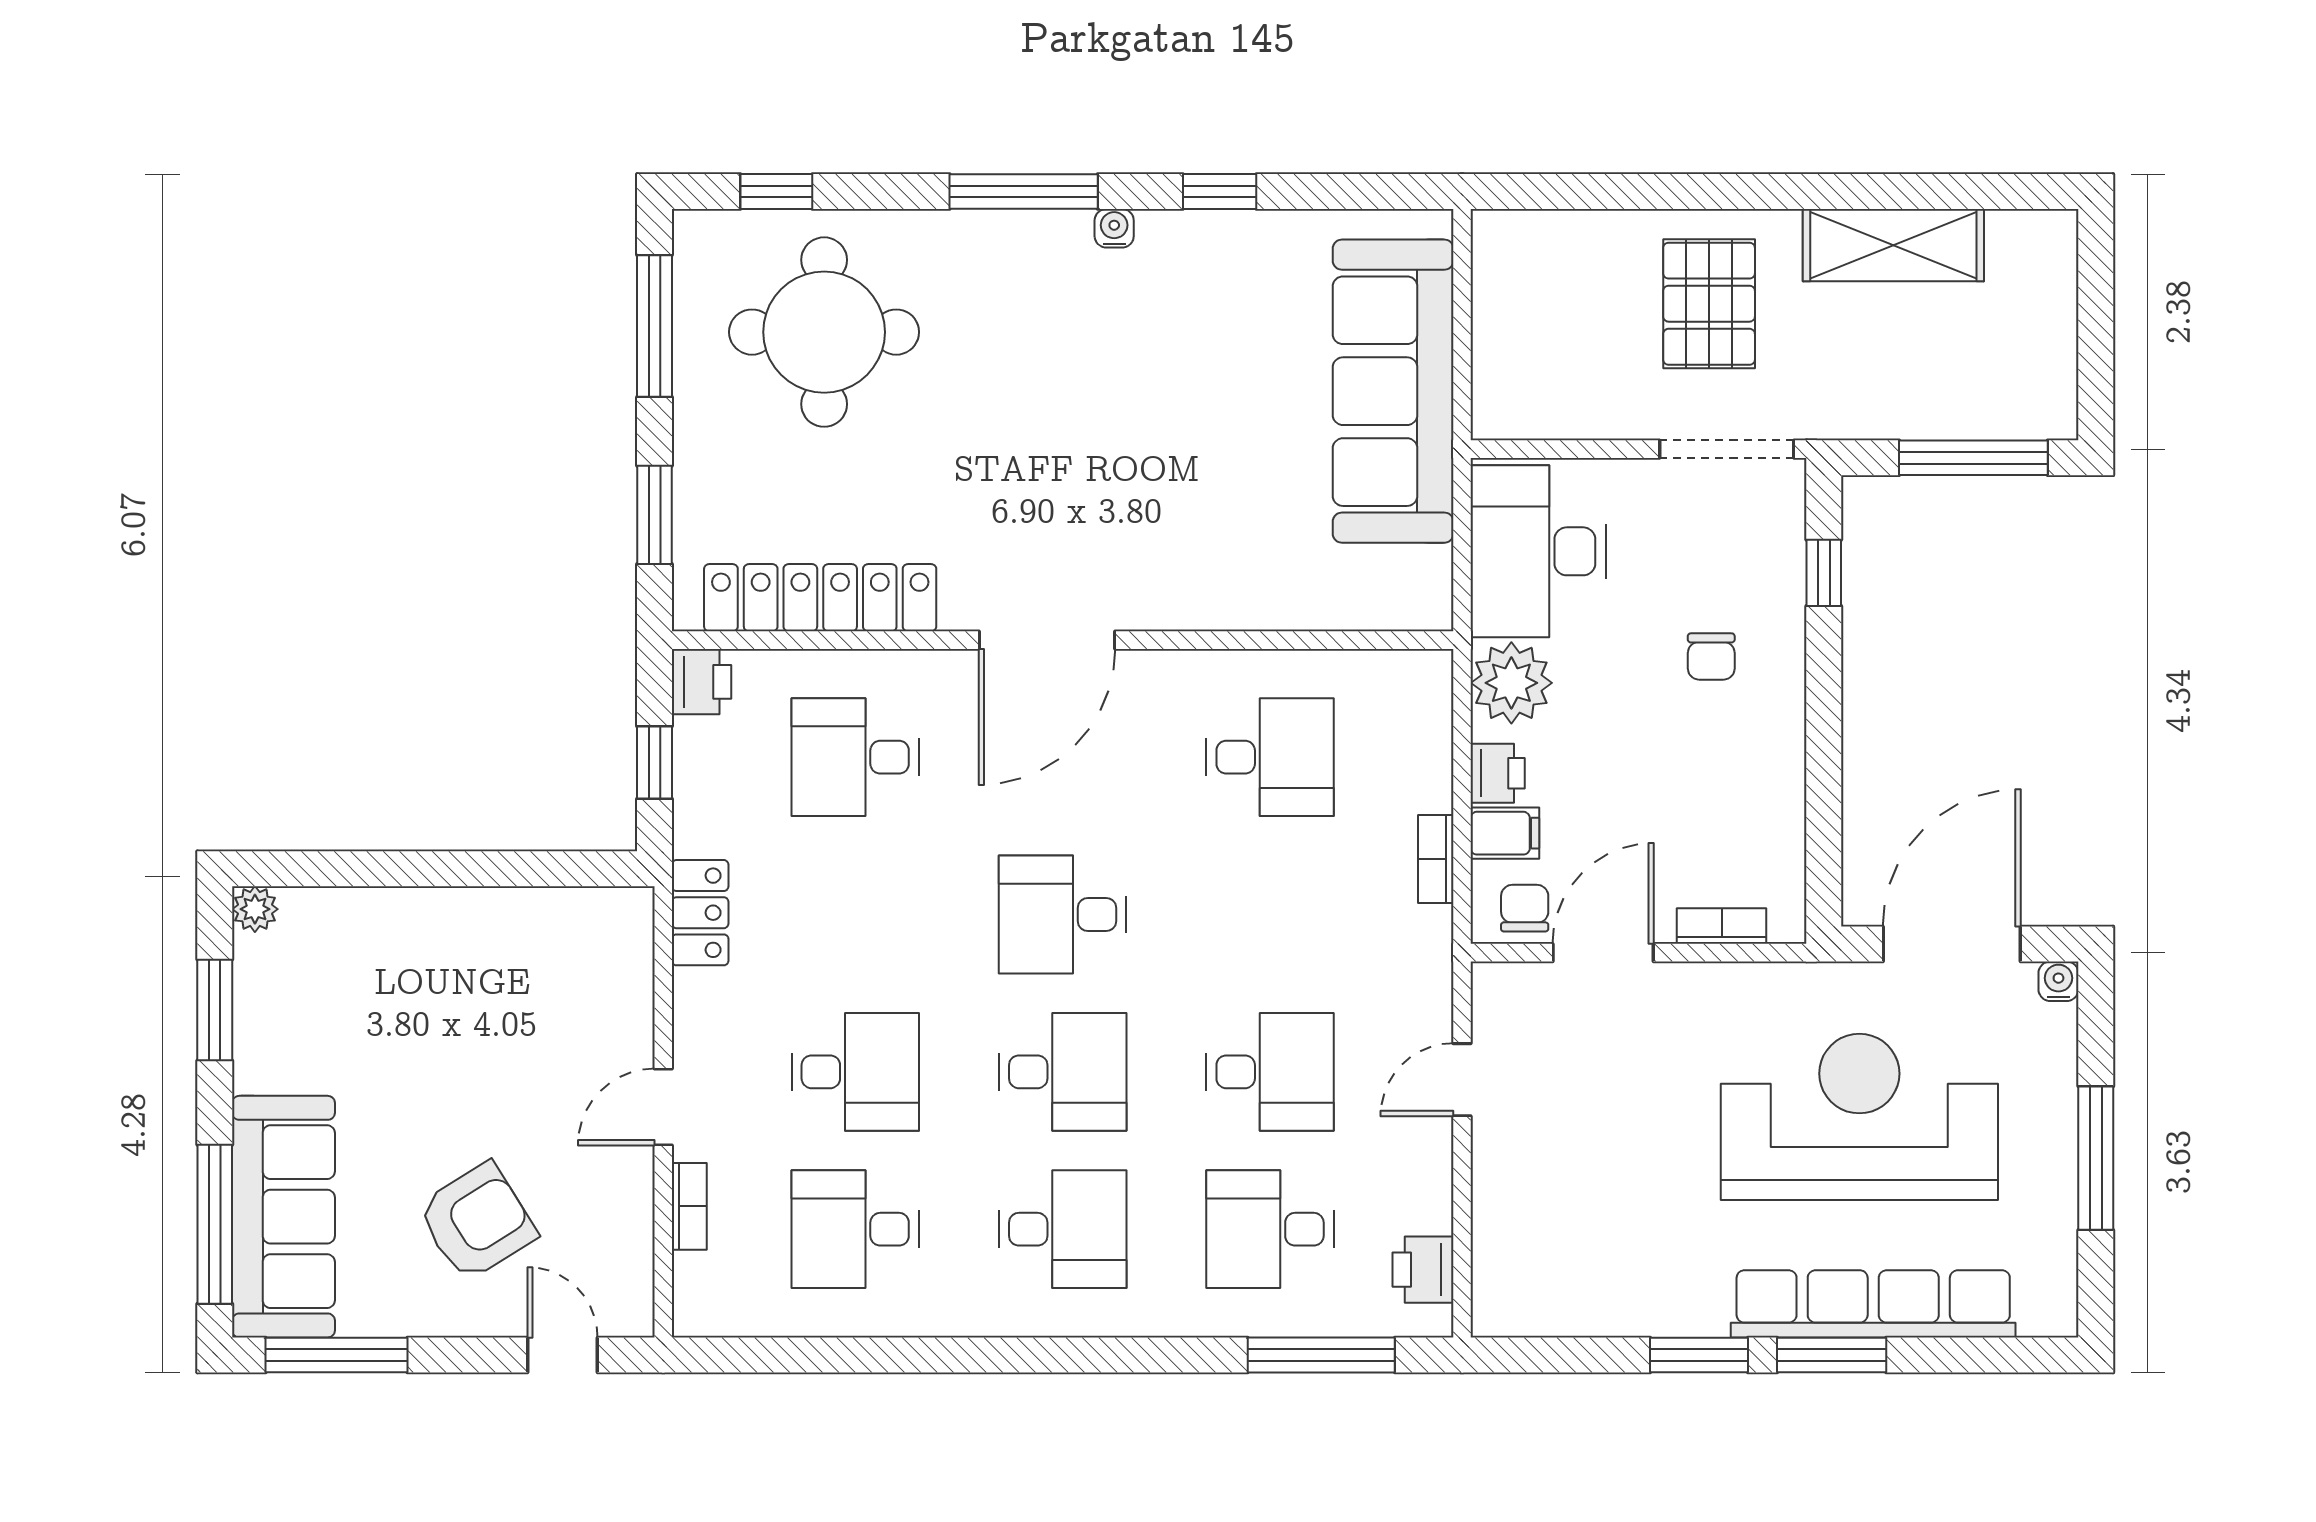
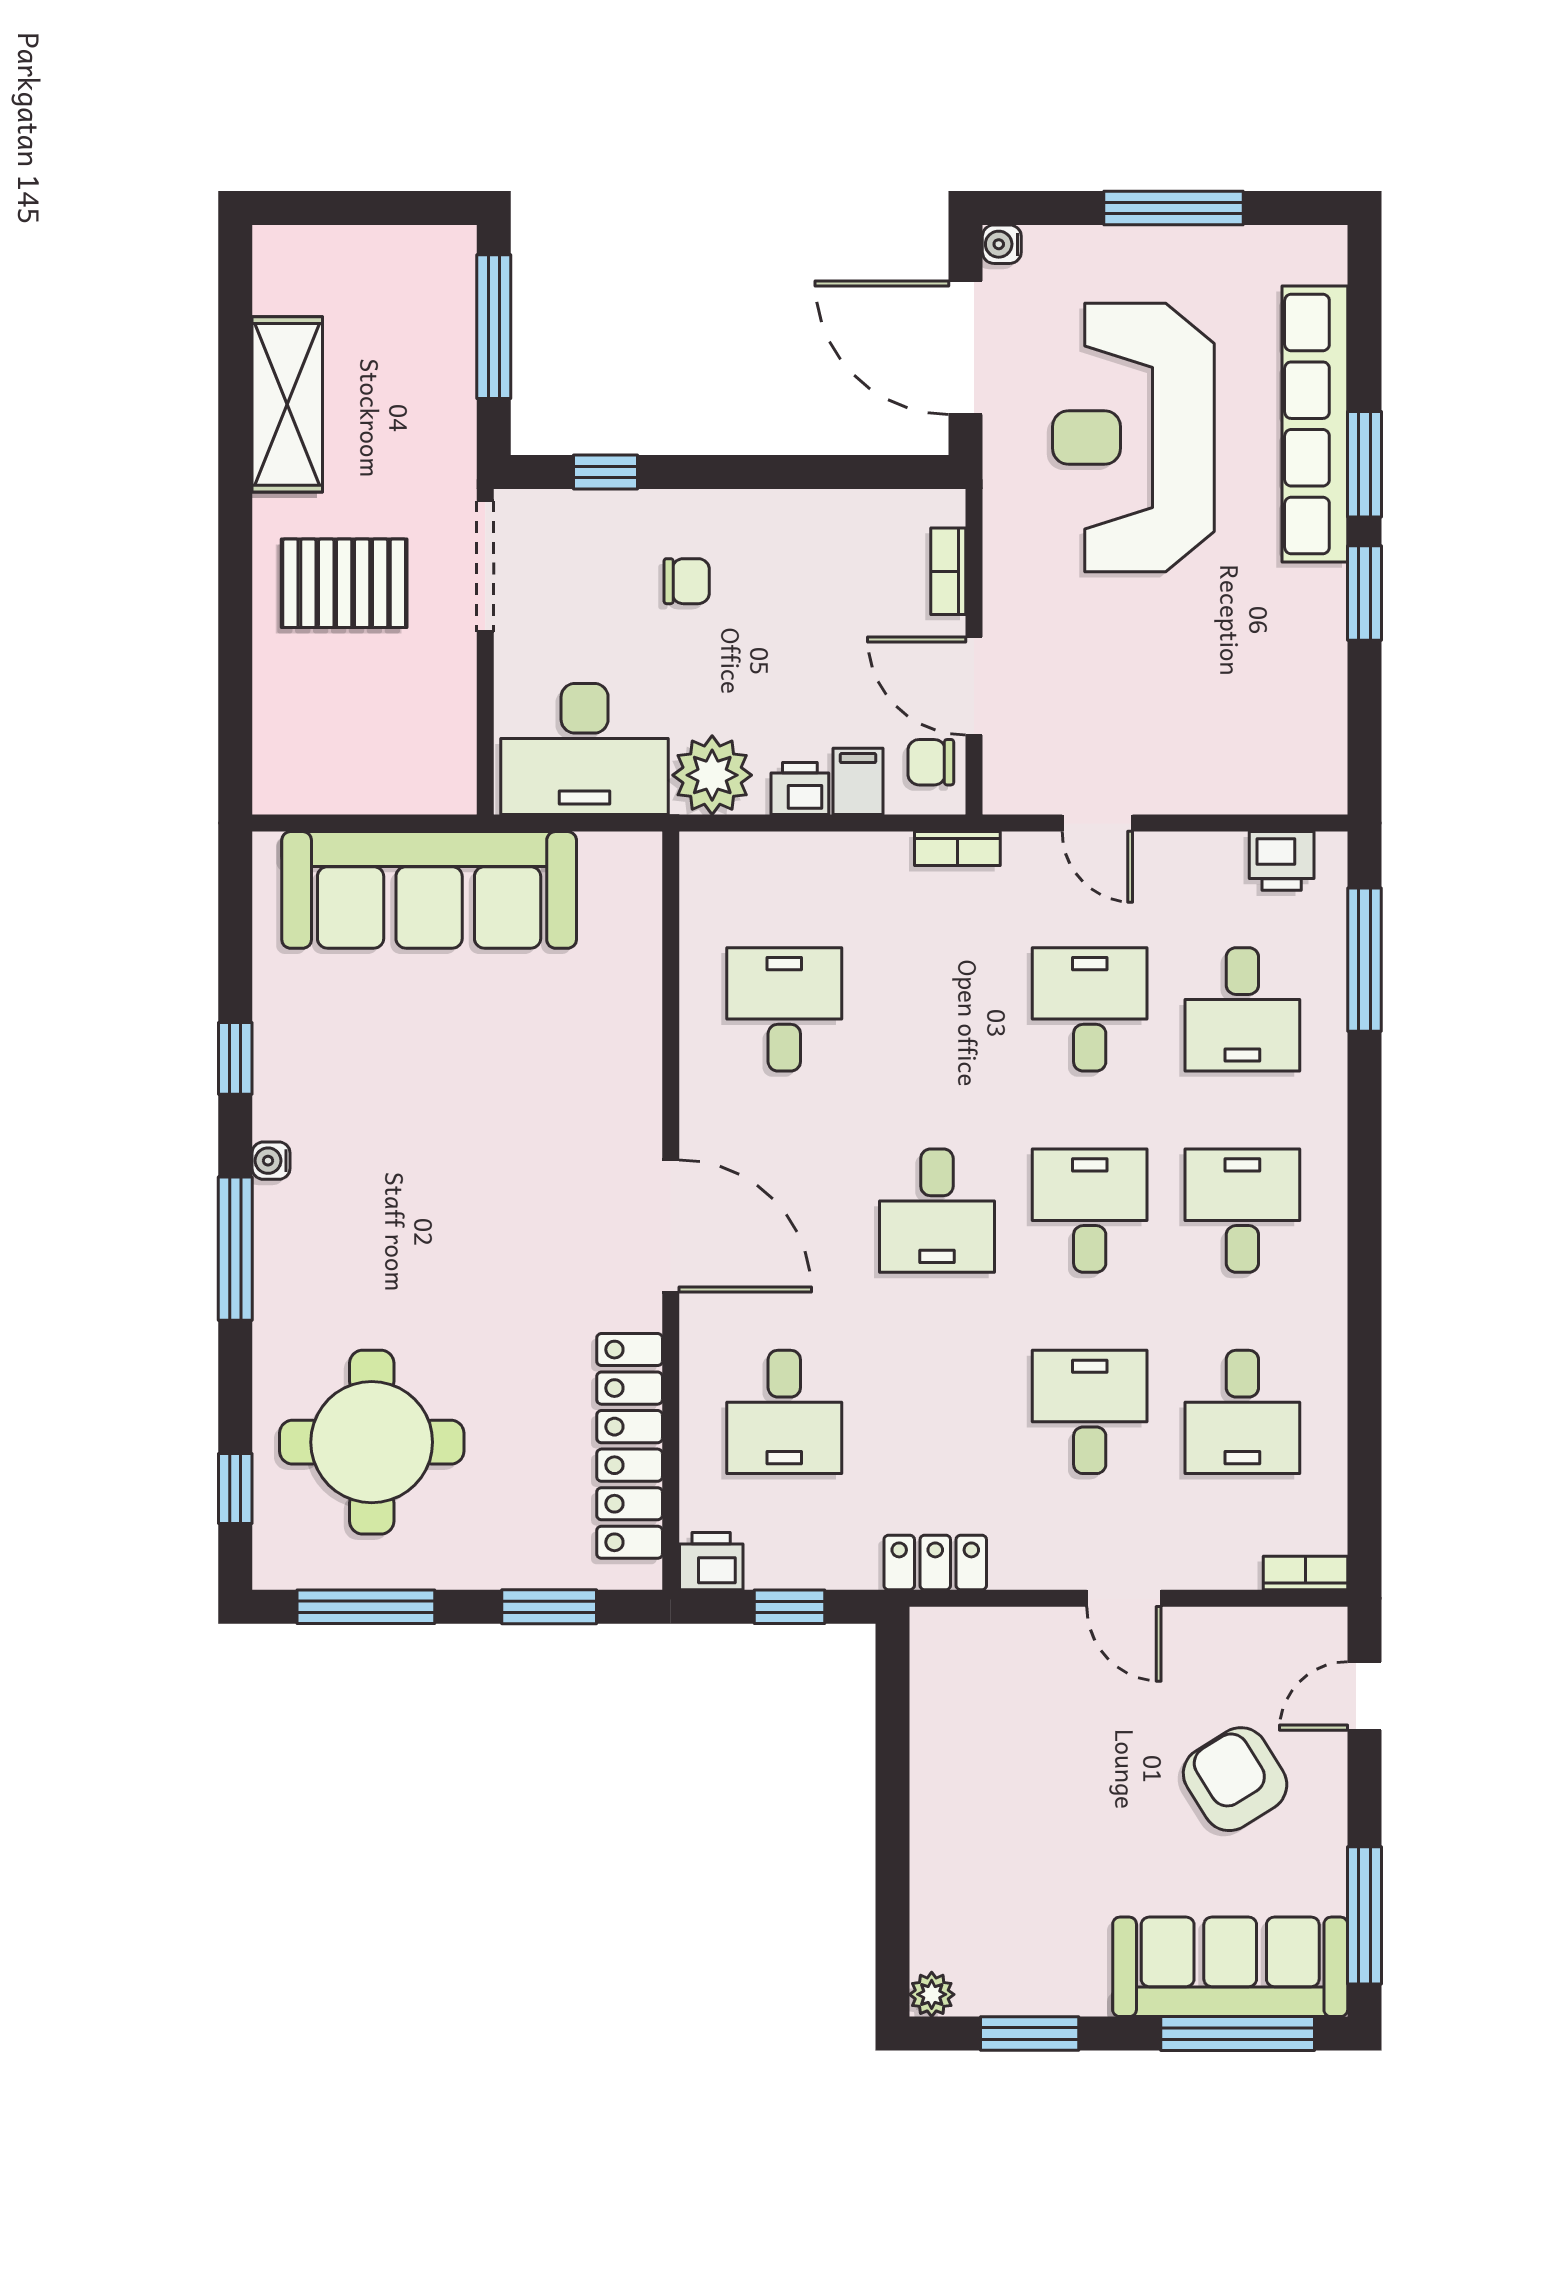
bookcase: (1436, 859) -> (957, 849), moved
bookcase: (689, 1206) -> (1305, 1573), moved

